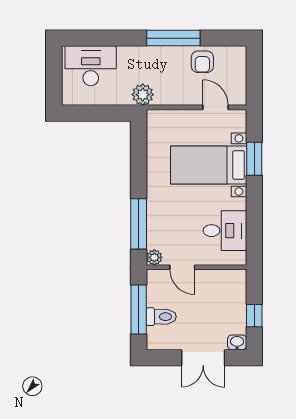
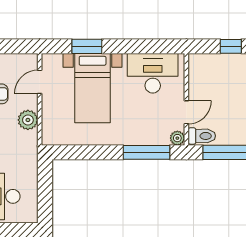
plant: (143, 95) -> (28, 120), moved
desk: (225, 231) -> (153, 73), width x1.37
toilet: (161, 317) -> (202, 136), moved, turned 90

